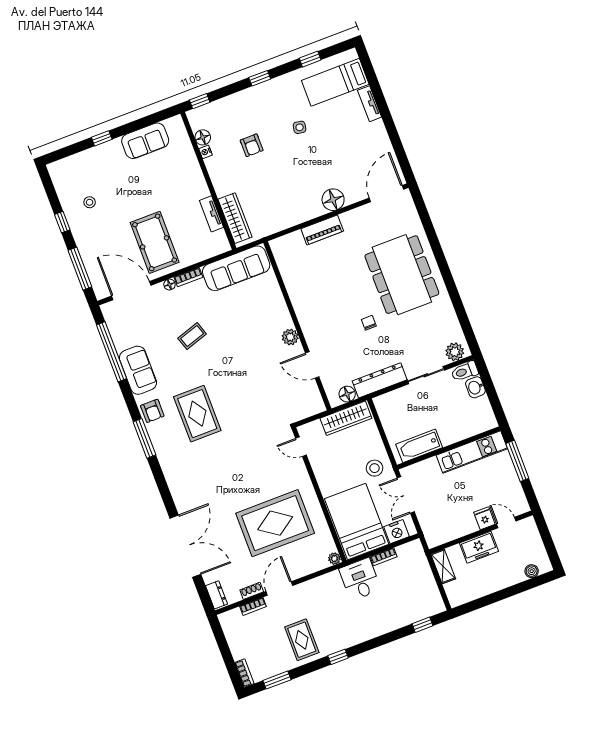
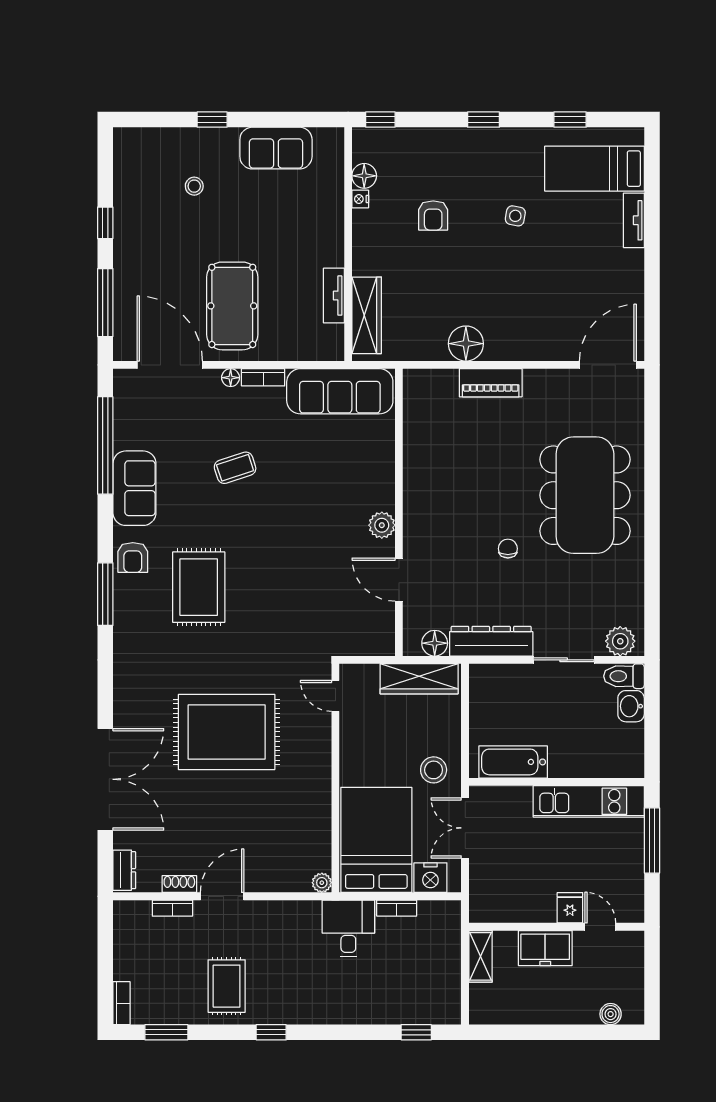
floor lamp: (333, 200) -> (466, 344), moved
stool: (90, 202) -> (194, 186), moved
rug: (275, 523) -> (227, 732), moved

